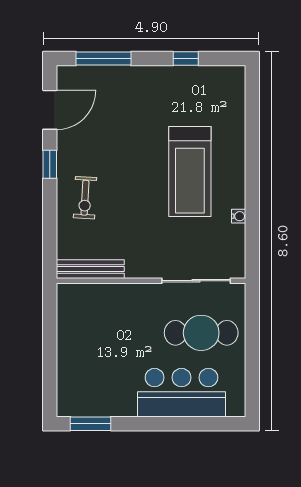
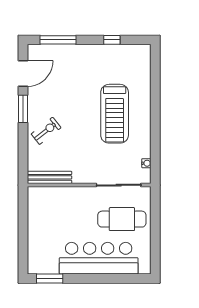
window: (50, 164) -> (23, 109), width x1.50
exercise bike: (85, 198) -> (46, 131), turned -131
water cooler: (239, 216) -> (146, 163), moved
bar counter: (181, 393) -> (99, 258), width x1.36

